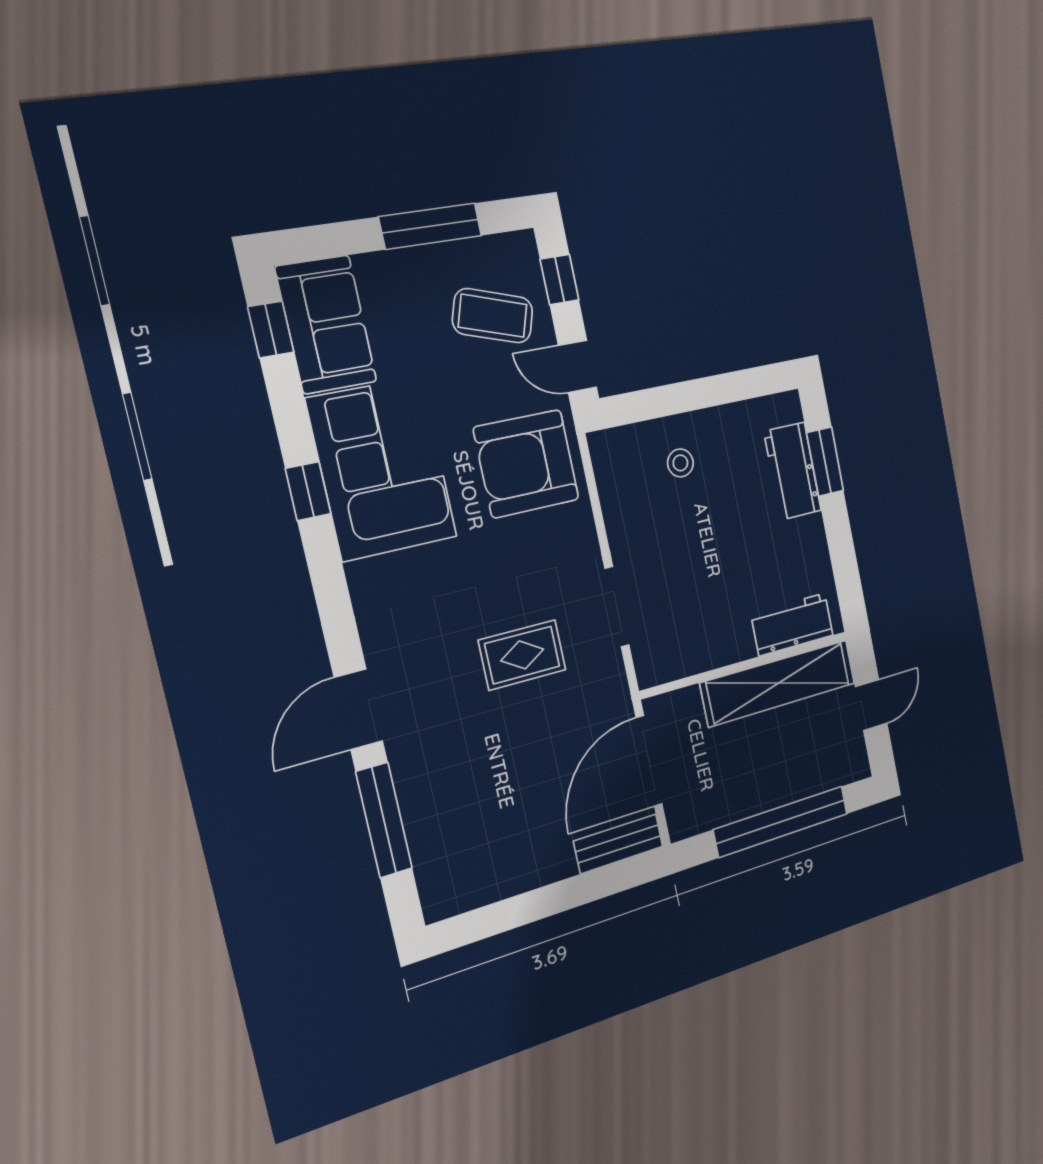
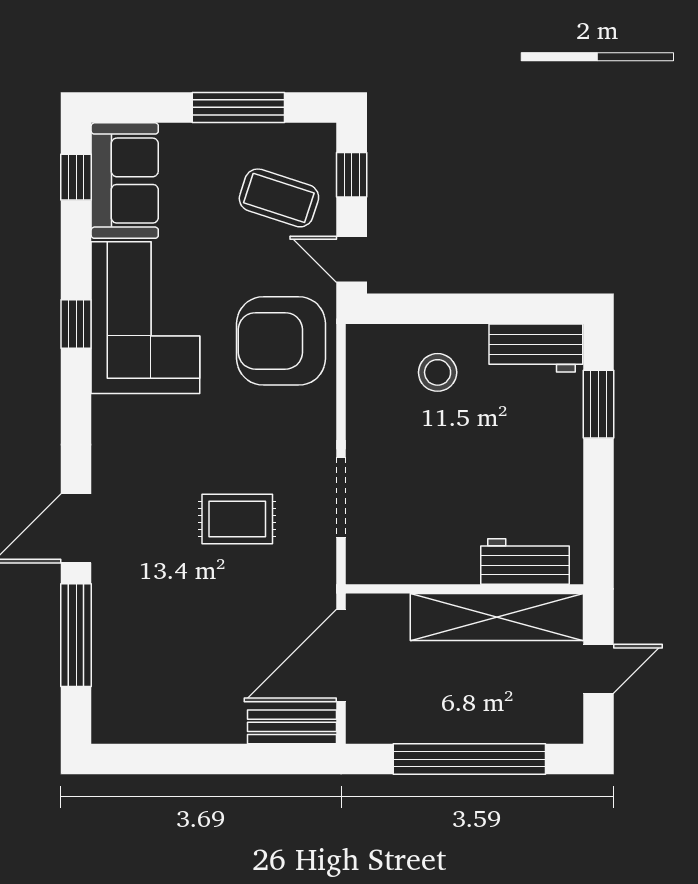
stool: (680, 463) -> (438, 372), width x1.37, depth x1.37
workbench: (793, 471) -> (536, 348), moved, turned -90

